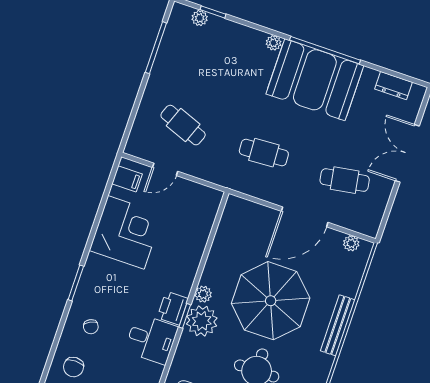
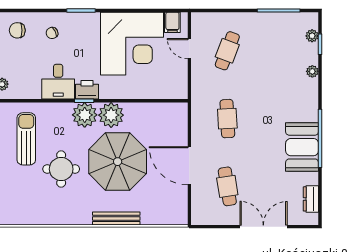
plant: (274, 43) -> (312, 71), moved
booth: (315, 80) -> (302, 147), width x0.73, depth x0.70
corner desk: (126, 232) -> (132, 44), width x1.36, depth x1.36
plant: (351, 243) -> (181, 208), removed
plant: (203, 294) -> (111, 115), width x1.87, depth x1.87

